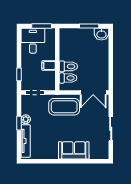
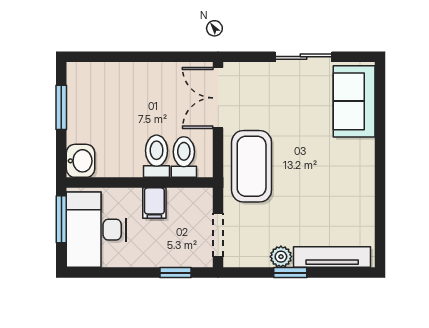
washbasin: (101, 34) -> (81, 161), moved
desk: (33, 41) -> (96, 230), width x1.37
double door: (93, 93) -> (218, 98), swing flipped
sofa: (74, 150) -> (354, 101), moved

